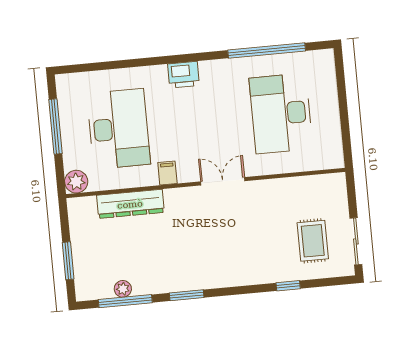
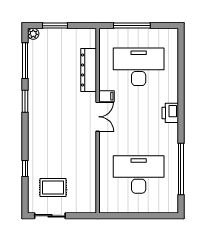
window: (55, 127) -> (132, 26), moved
desk: (119, 129) -> (139, 67), turned 180
double door: (223, 181) -> (98, 117), moved
plant: (76, 182) -> (107, 36), removed
plant: (123, 289) -> (33, 34), moved

